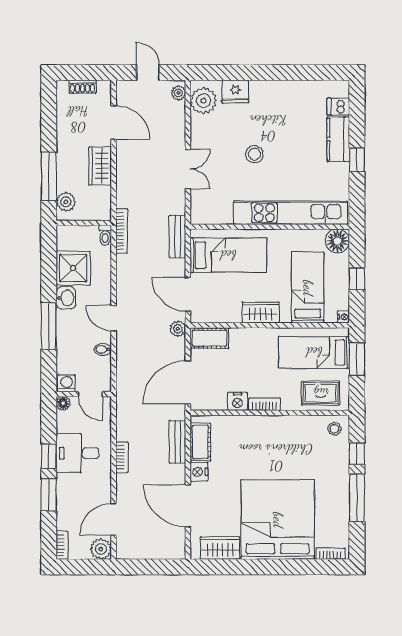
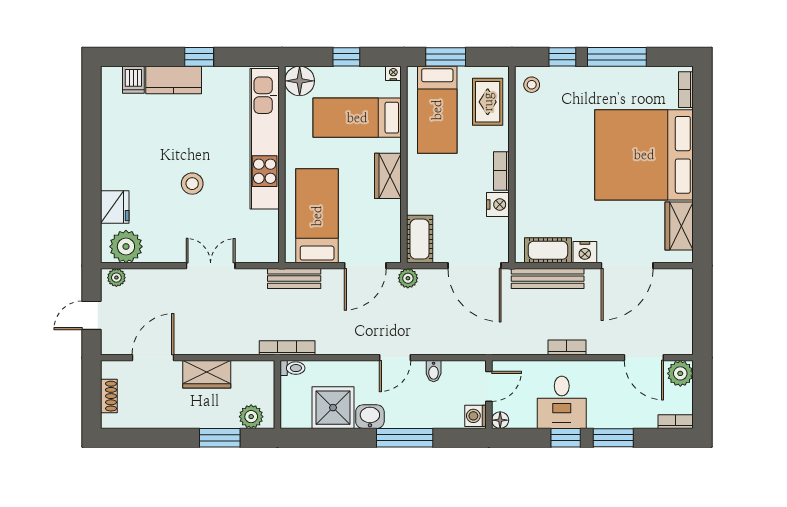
window: (49, 177) -> (220, 438), width x0.69
bench: (178, 442) -> (548, 279), width x1.36

